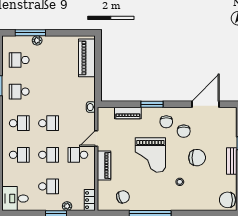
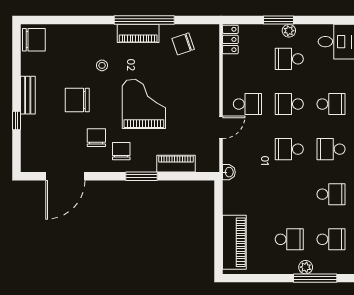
school desk: (49, 60) -> (289, 239), added
school desk: (19, 155) -> (331, 104), turned 180
piano: (104, 166) -> (138, 33), moved, turned -90
plant: (67, 206) -> (289, 31), moved

